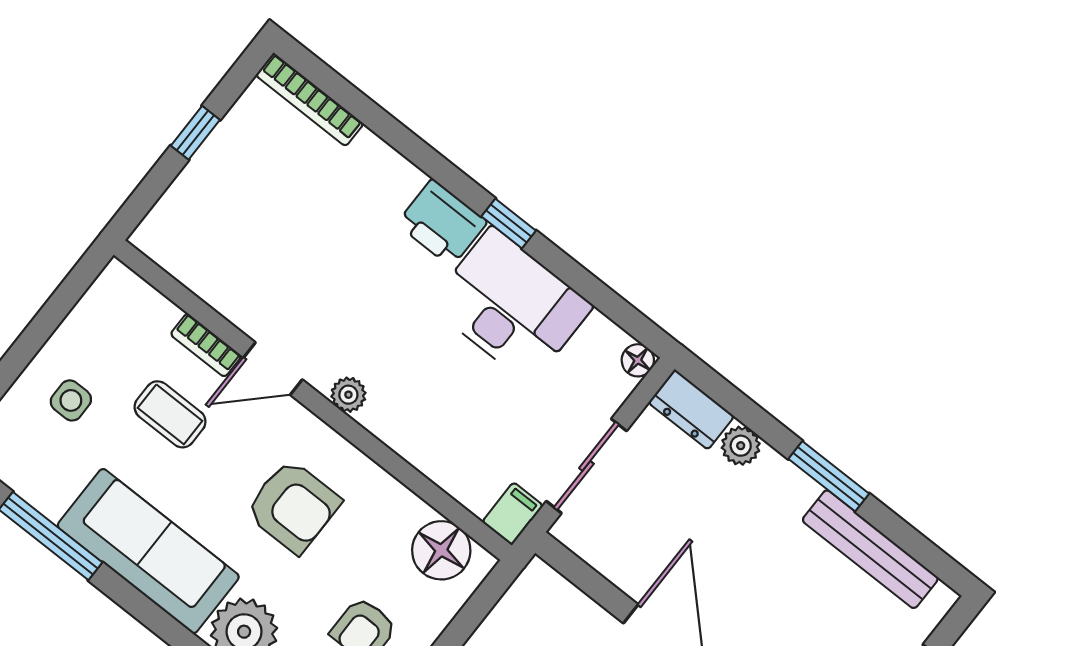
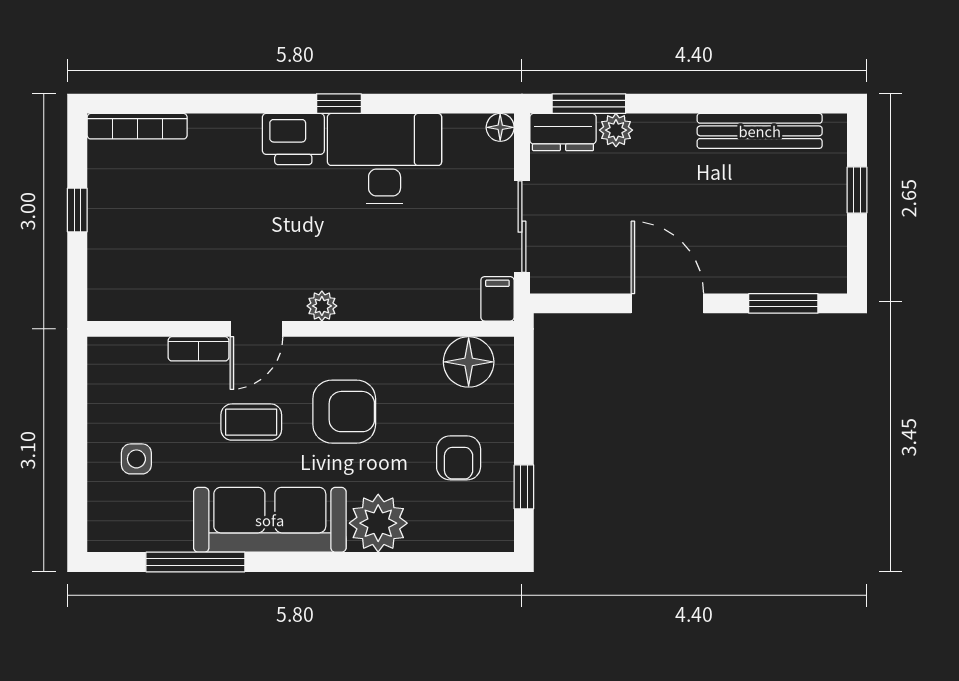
coffee table: (170, 414) -> (251, 422), moved
window: (829, 476) -> (589, 104), moved

